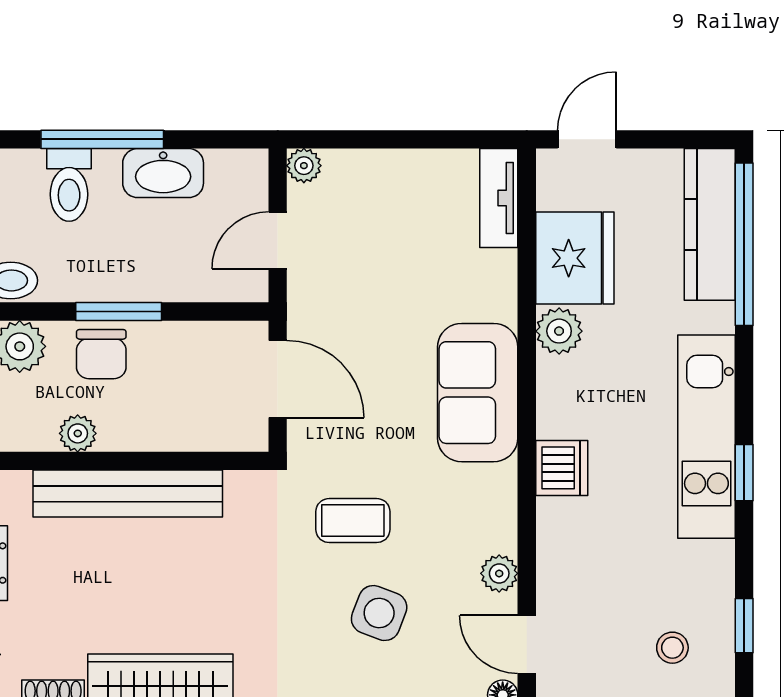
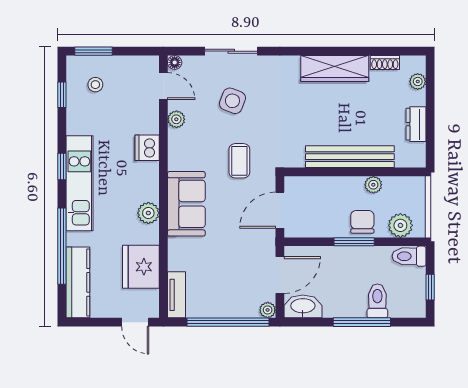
window: (389, 139) -> (228, 322), added
door: (587, 139) -> (135, 322), hinge flipped
washbasin: (163, 173) -> (303, 306), moved
door: (278, 240) -> (280, 275), width x1.38
window: (744, 244) -> (62, 246), moved
plant: (559, 331) -> (148, 213), moved
door: (278, 379) -> (280, 210), hinge flipped
dishwasher: (562, 468) -> (147, 148), moved
coffee table: (353, 521) -> (239, 161), moved, turned 90

